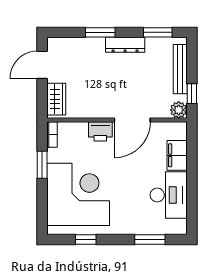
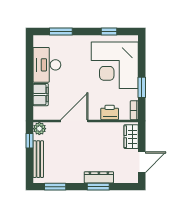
dresser: (125, 45) -> (99, 177), moved
printer: (100, 131) -> (110, 112), moved

